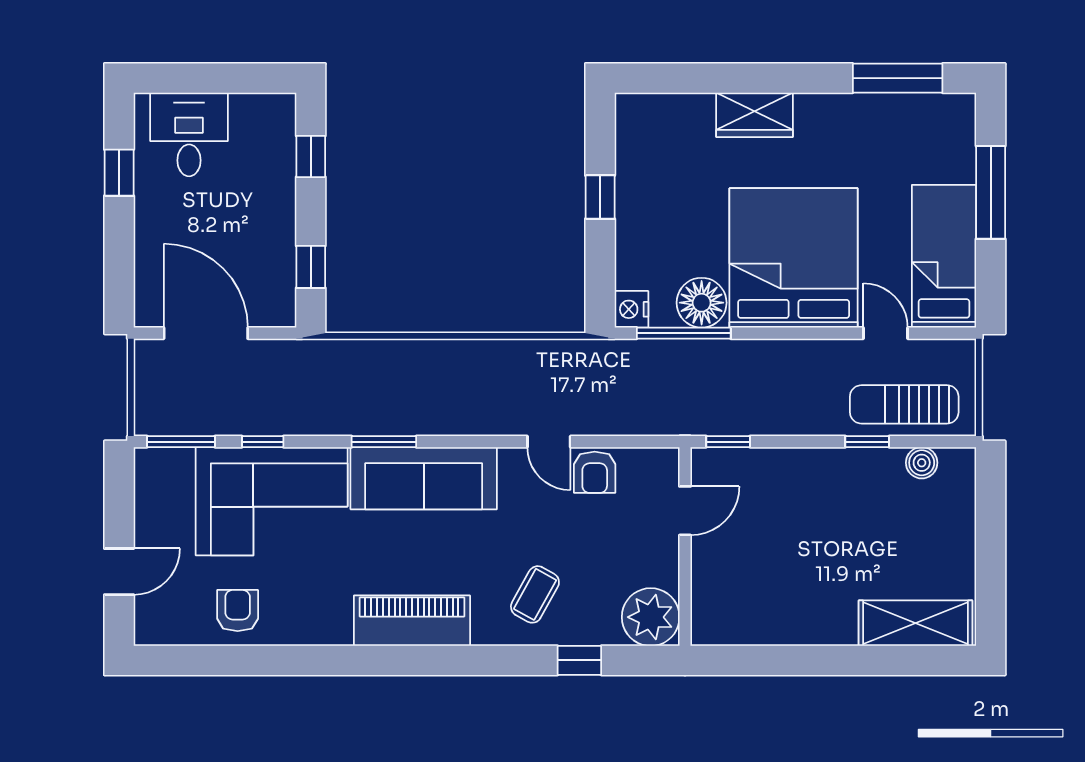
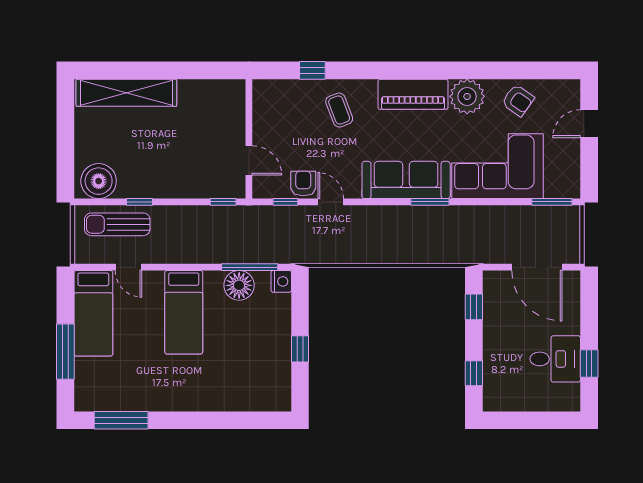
wardrobe: (755, 115) -> (207, 398), removed
desk: (189, 134) -> (555, 359), moved, turned -90
bed: (794, 258) -> (184, 312), width x0.49
sun lounger: (904, 404) -> (117, 224), turned 180
window: (263, 442) -> (285, 202), moved
boiler: (922, 463) -> (99, 181), width x1.86, depth x1.86
door: (685, 511) -> (249, 160), swing flipped
coffee table: (535, 594) -> (339, 110), turned -50
armchair: (238, 611) -> (518, 100), turned -55
plant: (651, 617) -> (467, 96), moved
shelving: (916, 623) -> (126, 93), width x1.47

